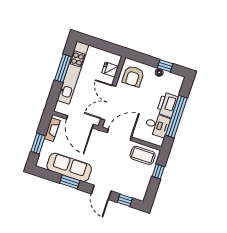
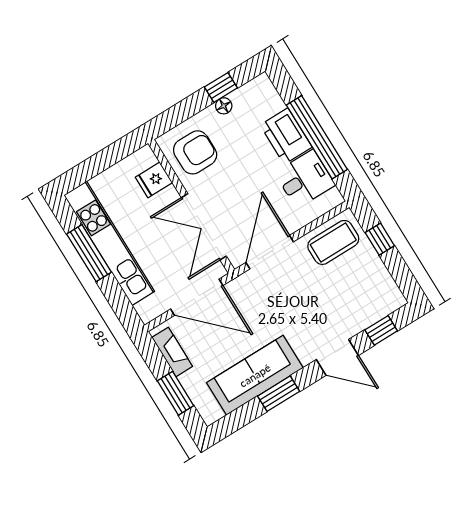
armchair: (133, 76) -> (195, 152), turned -90

